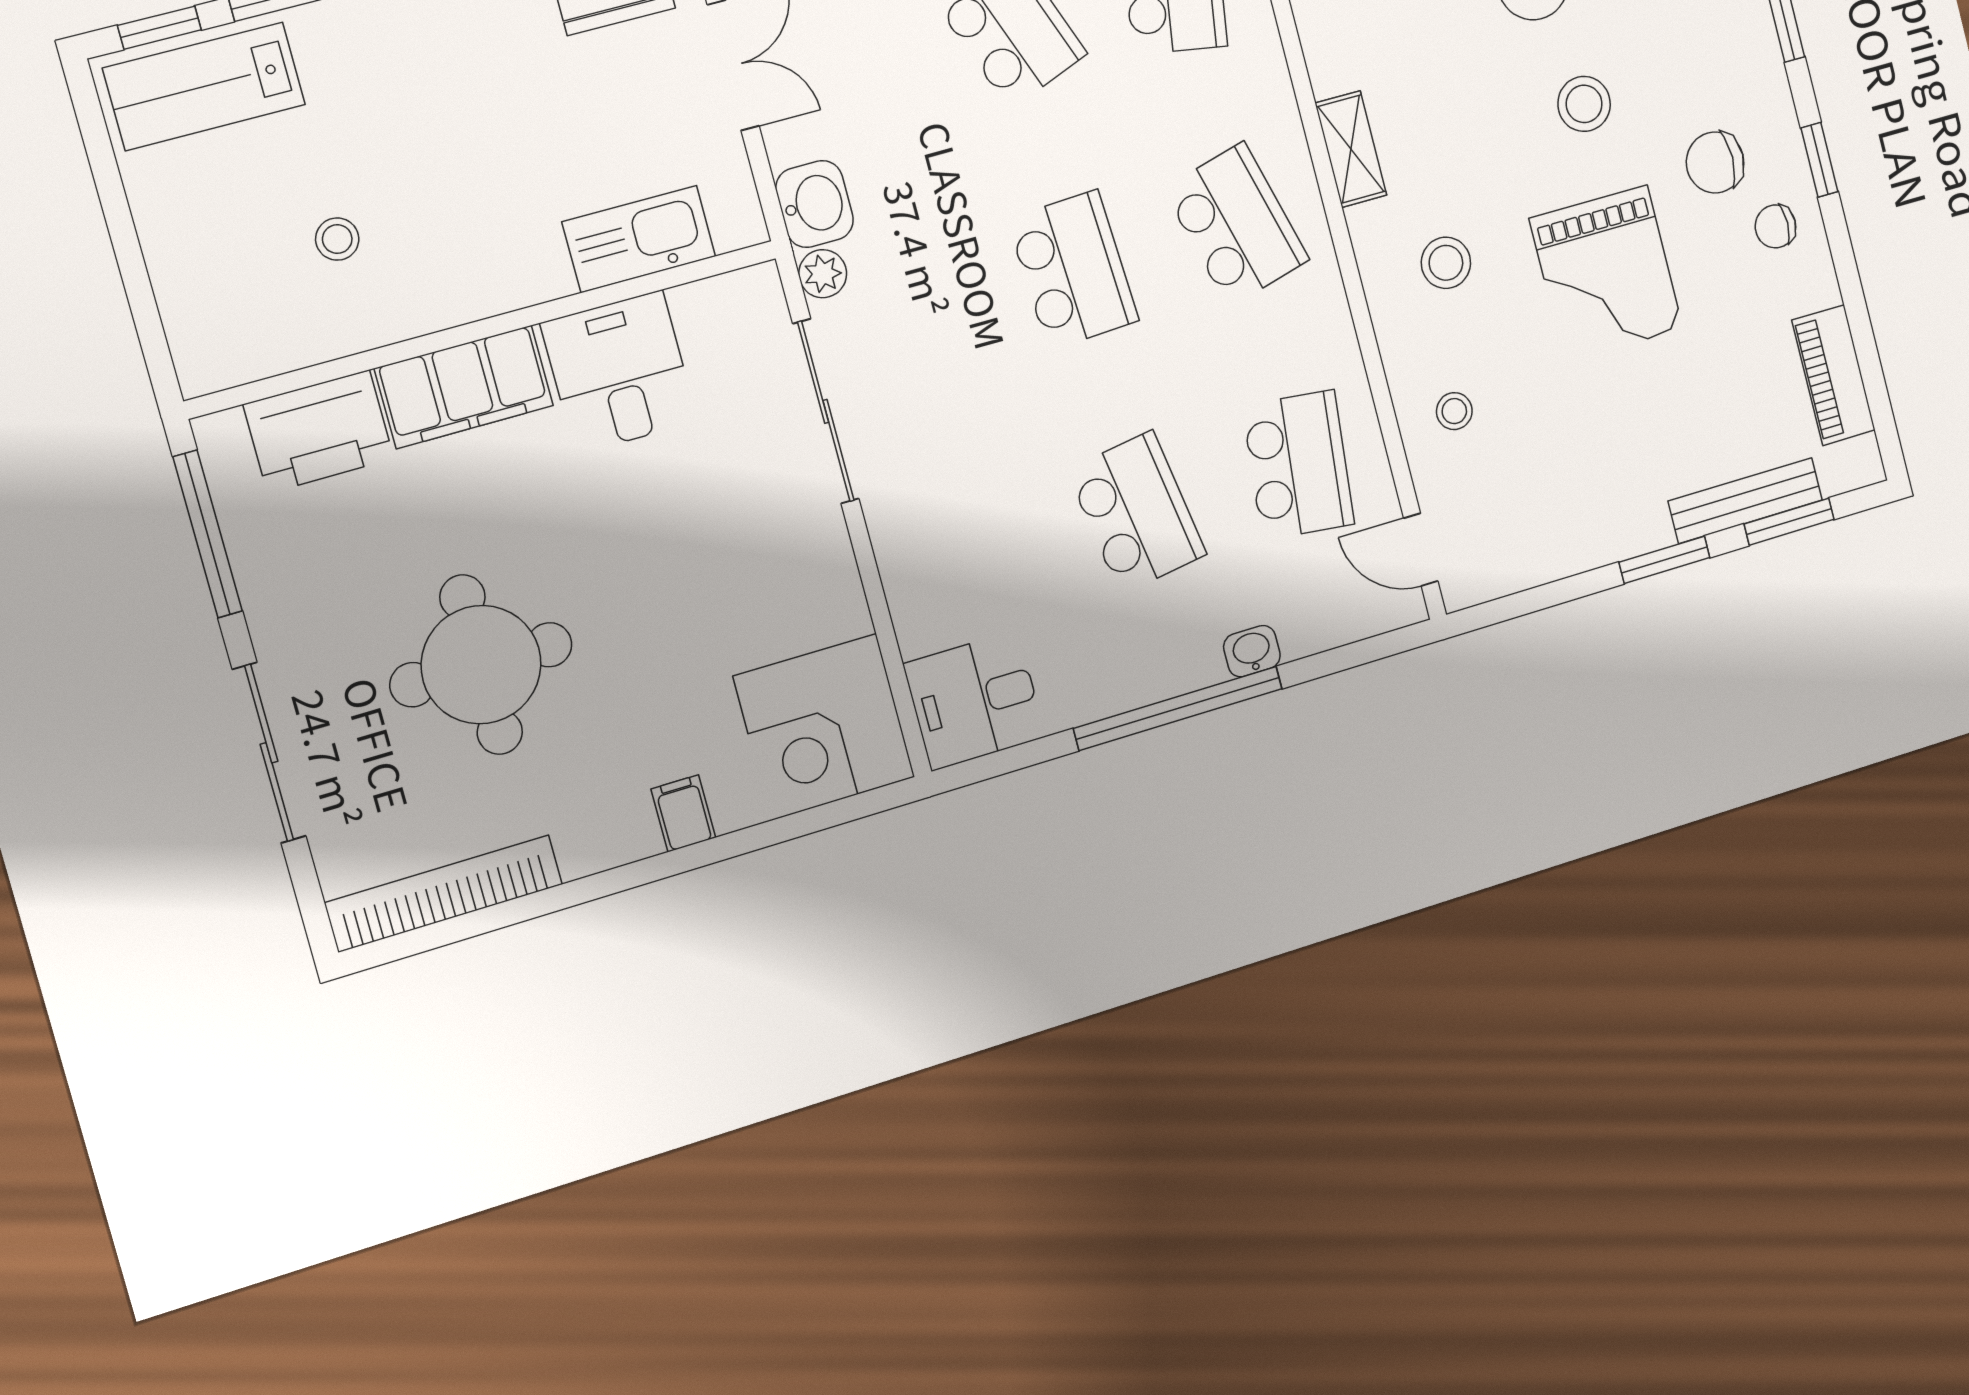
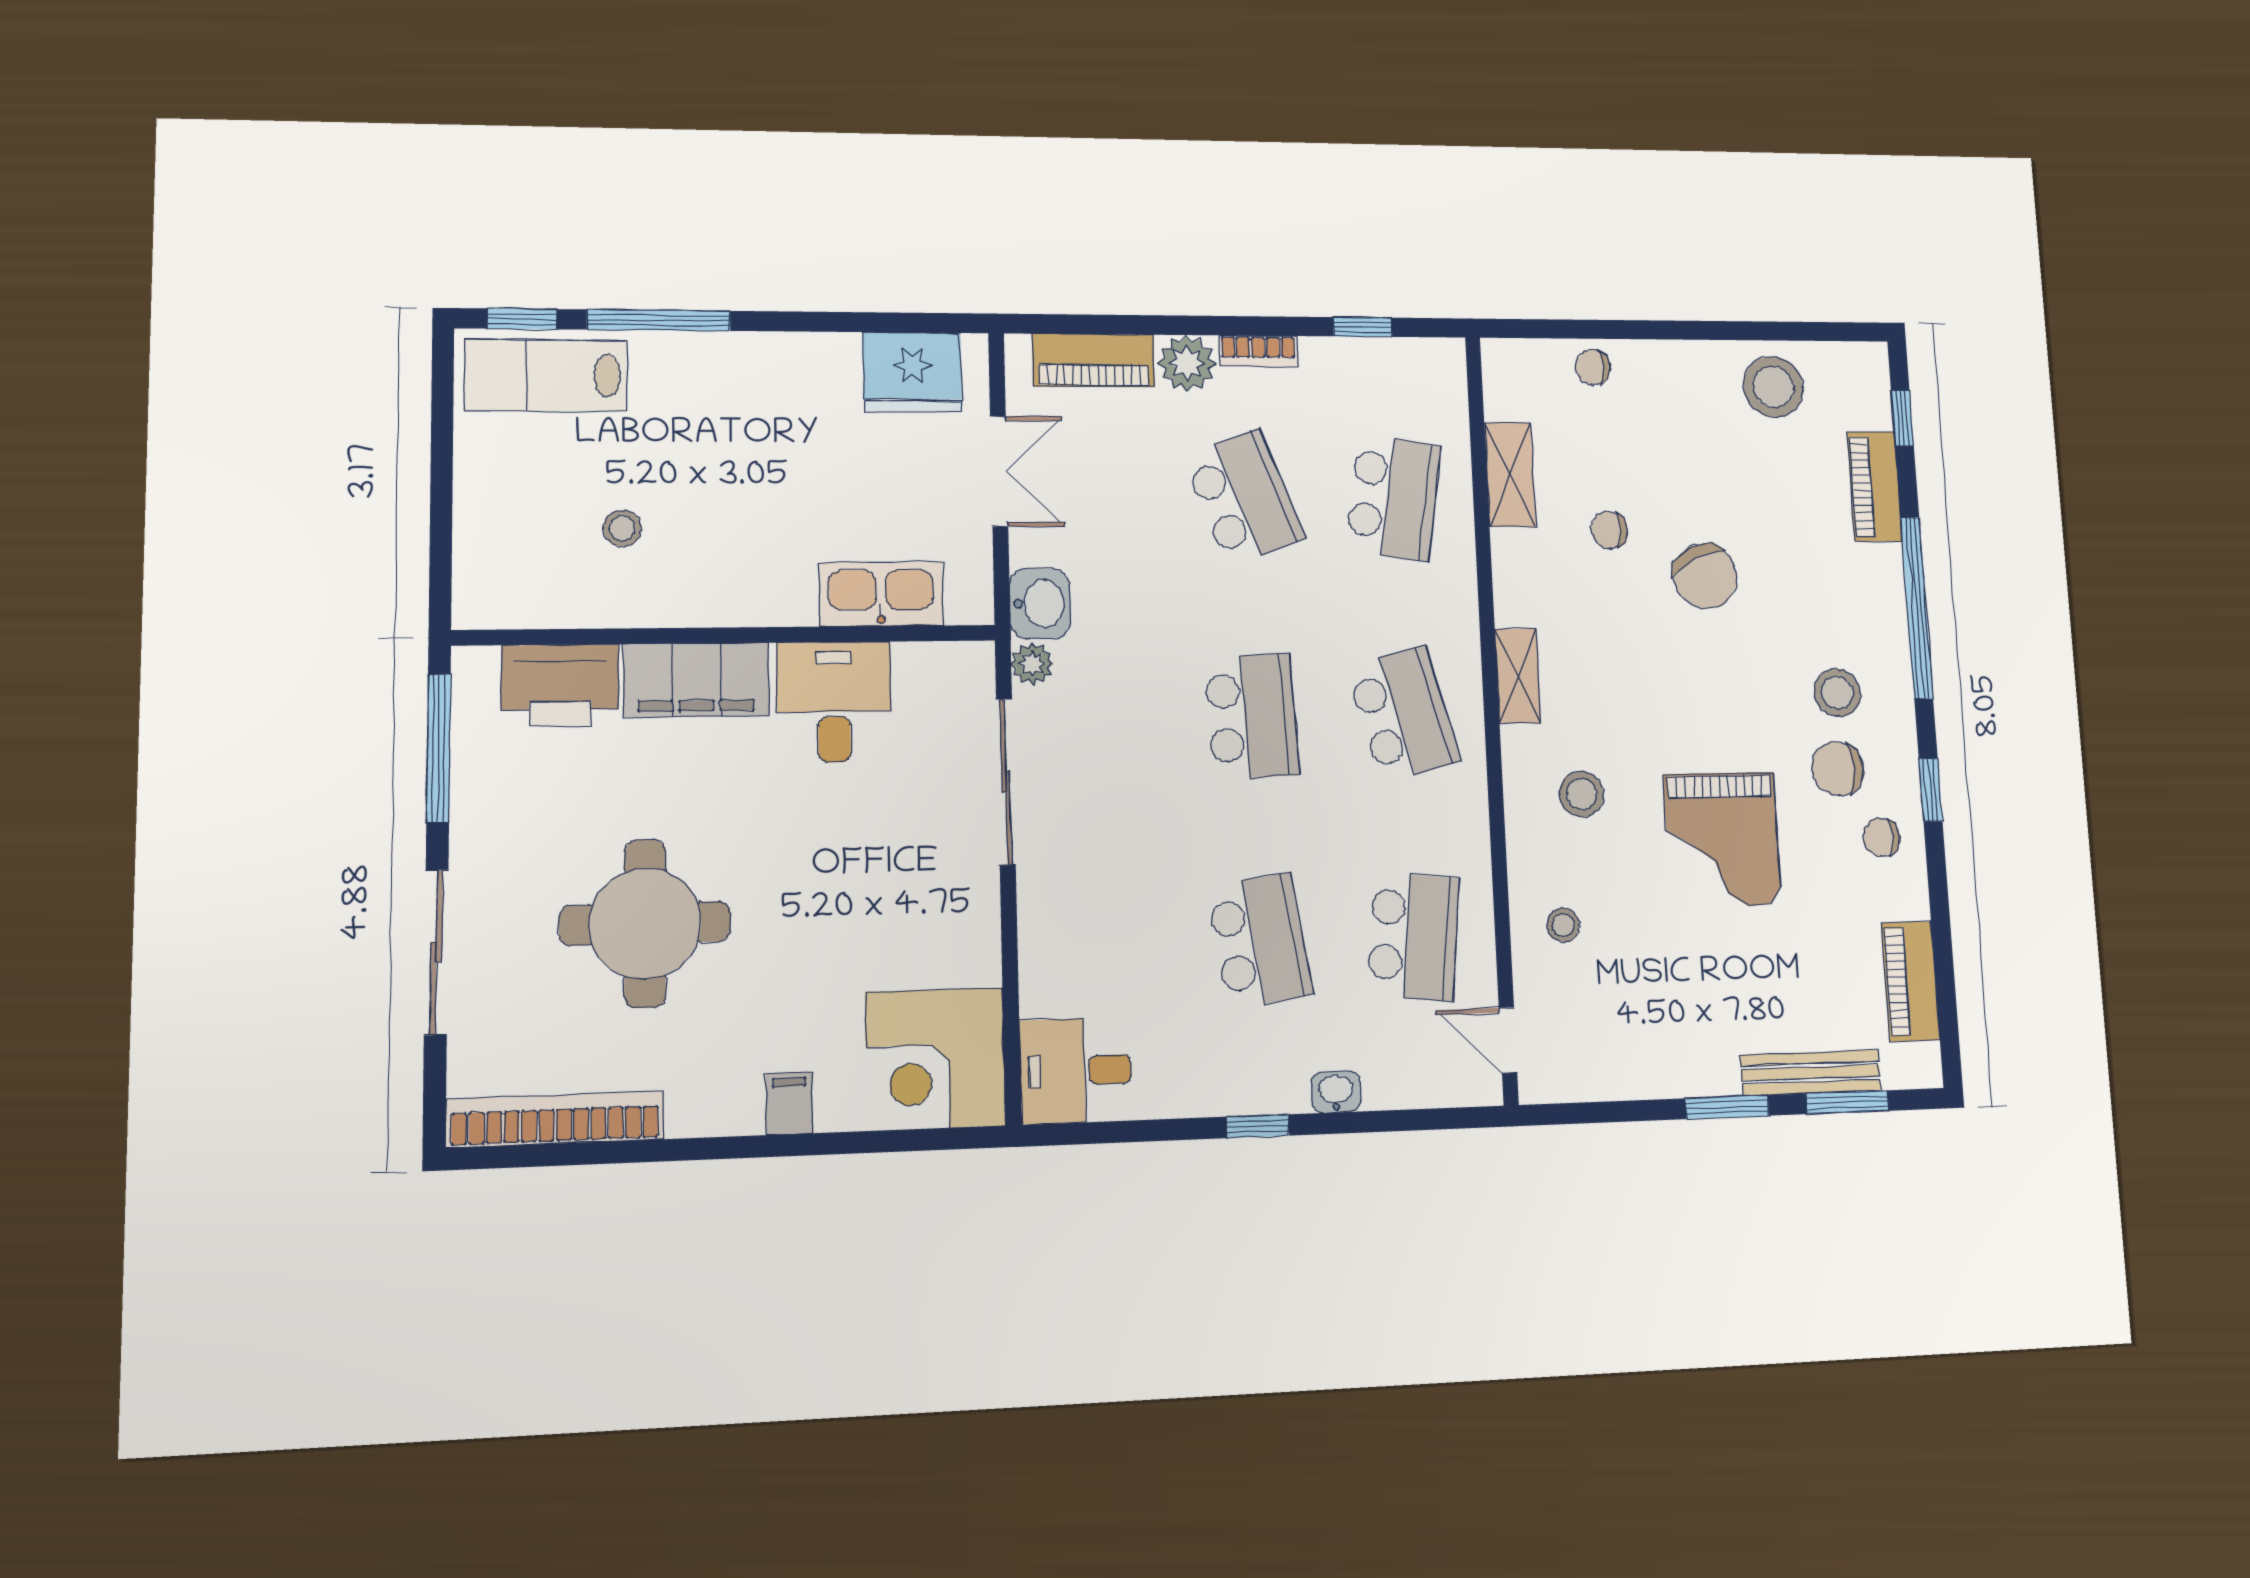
stool: (1584, 104) -> (1837, 693), moved
window: (1178, 708) -> (1258, 1126), width x0.32

